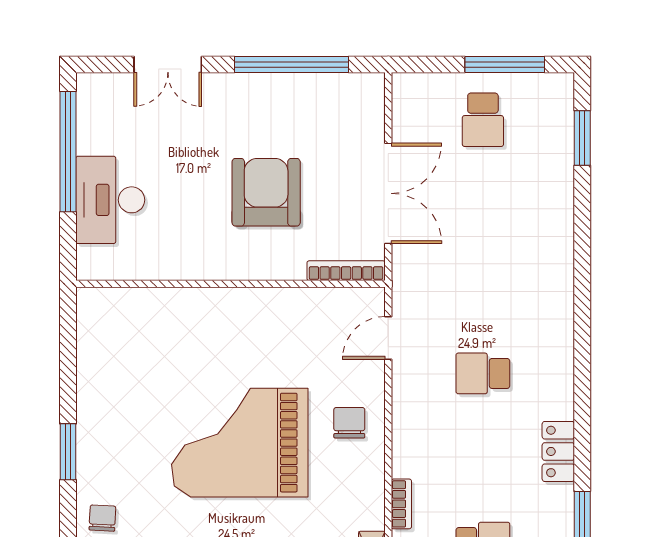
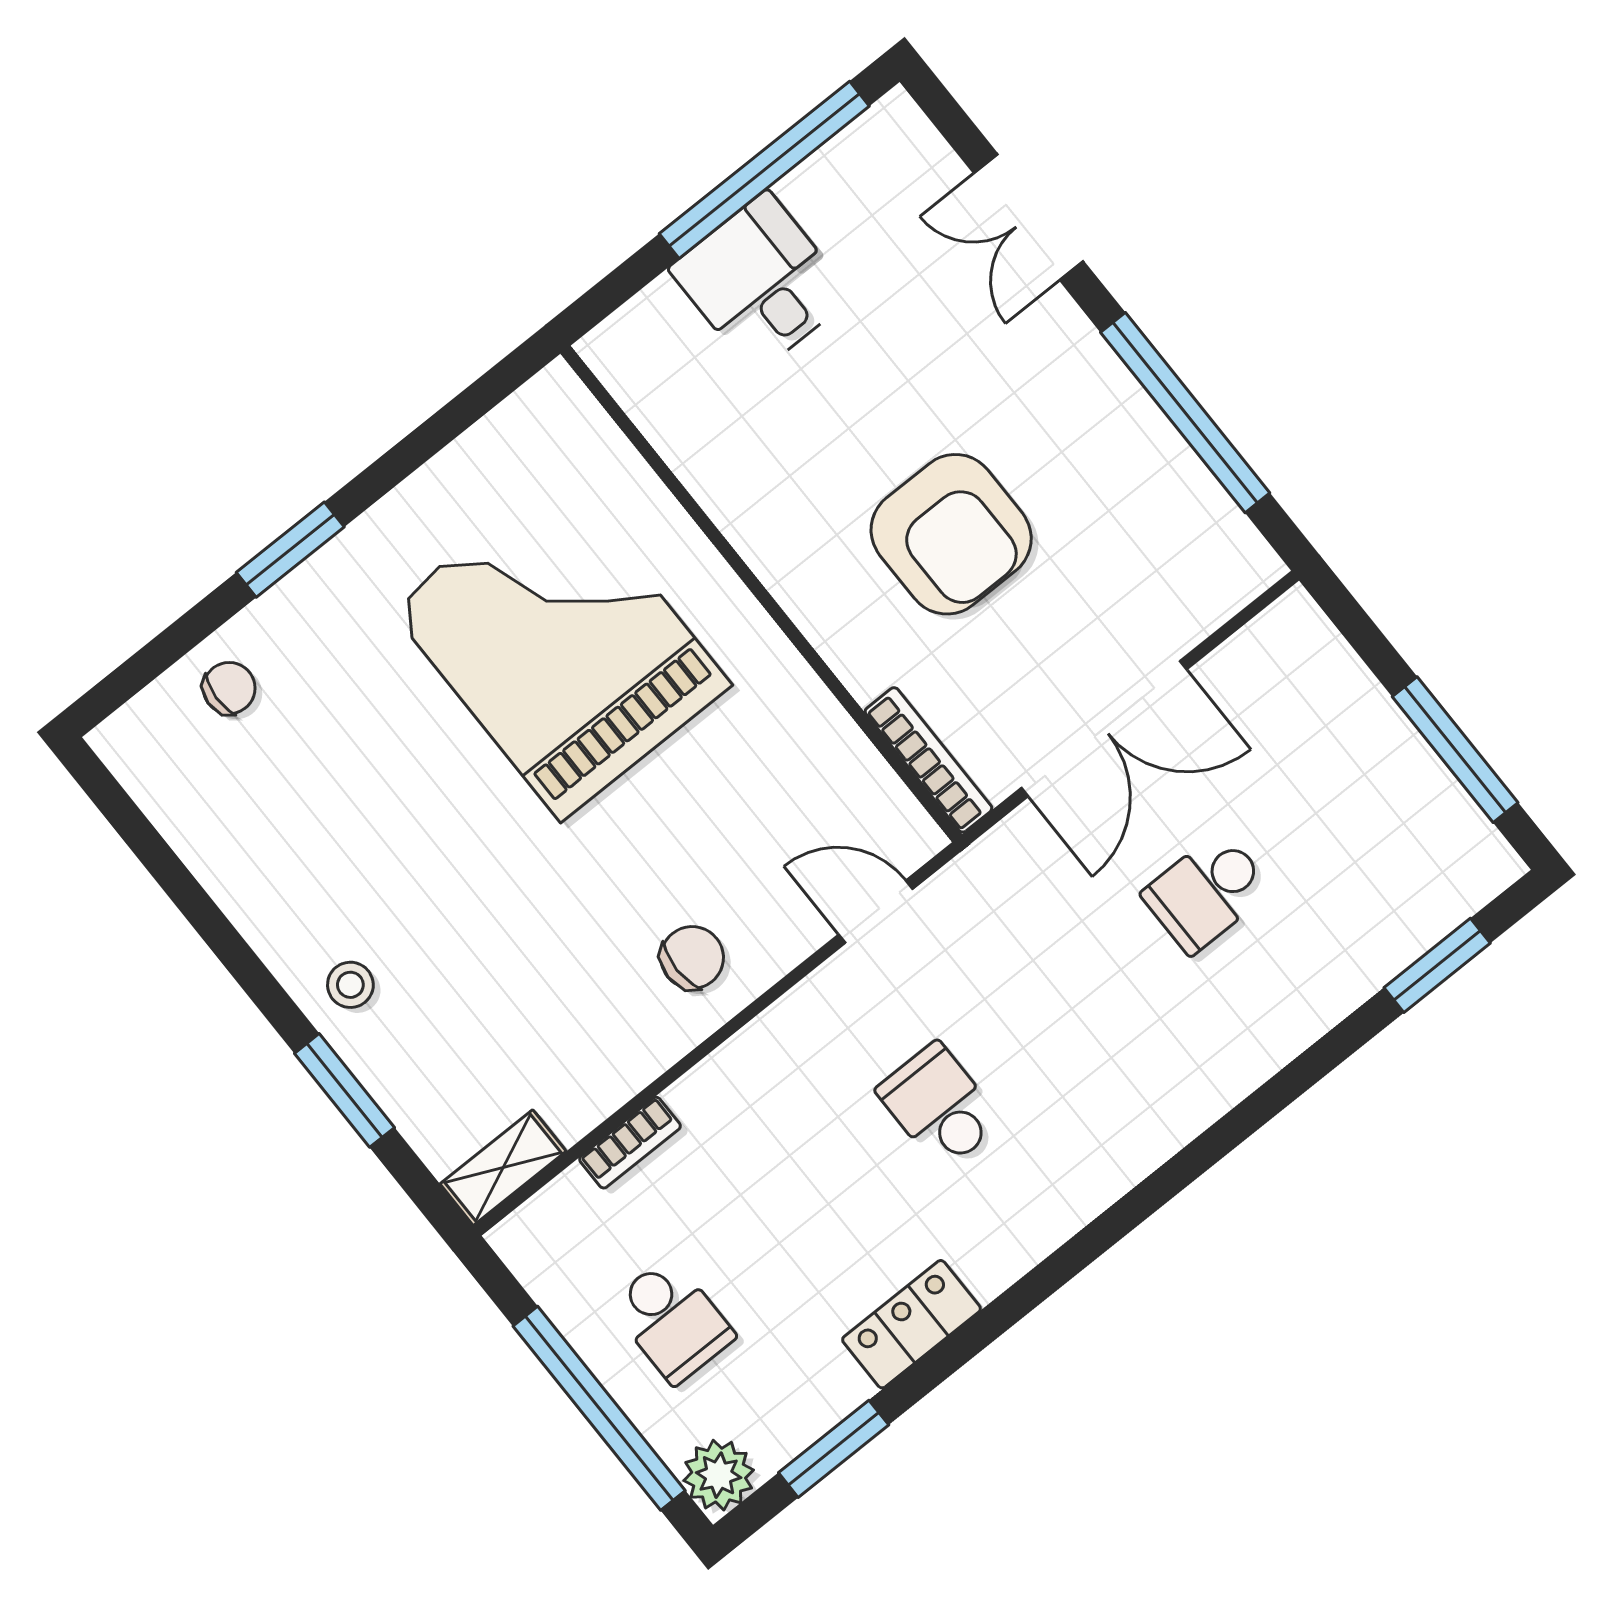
school desk: (483, 120) -> (1207, 892), moved
armchair: (266, 192) -> (951, 534), turned 90
desk: (110, 200) -> (761, 283), width x0.73
grand piano: (240, 443) -> (560, 647), moved

